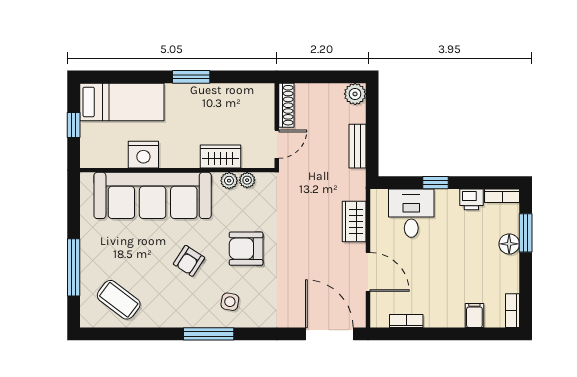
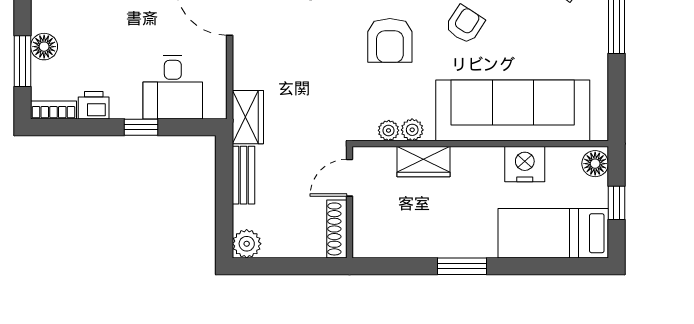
floor lamp: (90, 155) -> (595, 164), added
wardrobe: (354, 222) -> (248, 117), moved
armchair: (246, 249) -> (390, 40), turned 90

